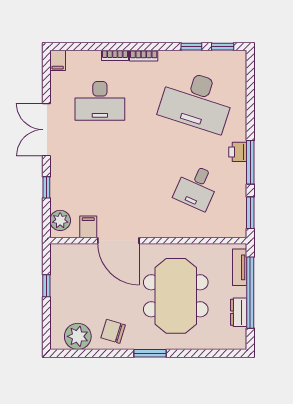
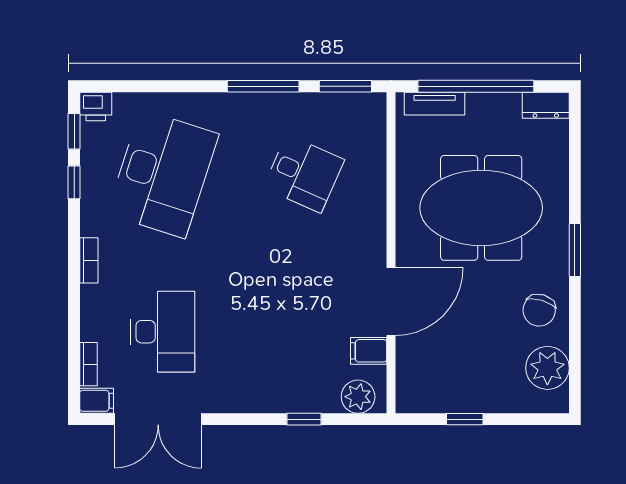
bookcase: (115, 55) -> (88, 364), moved
double door: (46, 130) -> (158, 419), moved
printer: (238, 152) -> (96, 107), moved
dresser: (239, 312) -> (546, 105), moved

